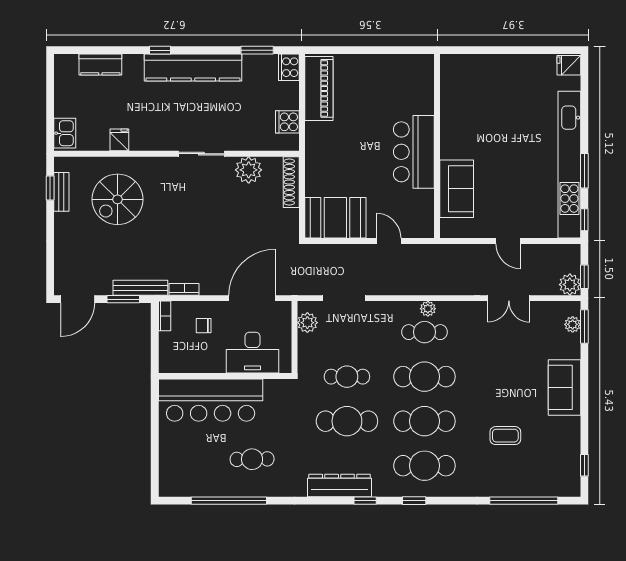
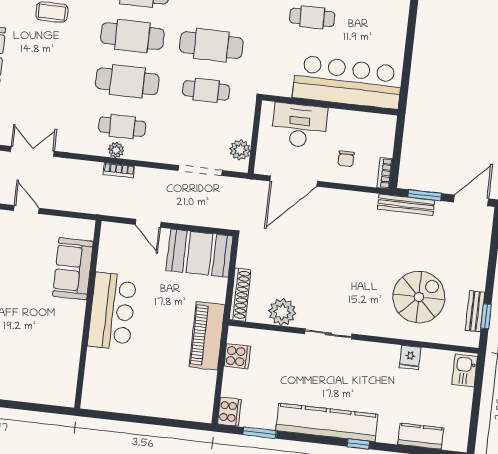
piano: (319, 88) -> (207, 336), moved
bookcase: (184, 289) -> (119, 170), moved
chair: (204, 326) -> (346, 159), turned 90

